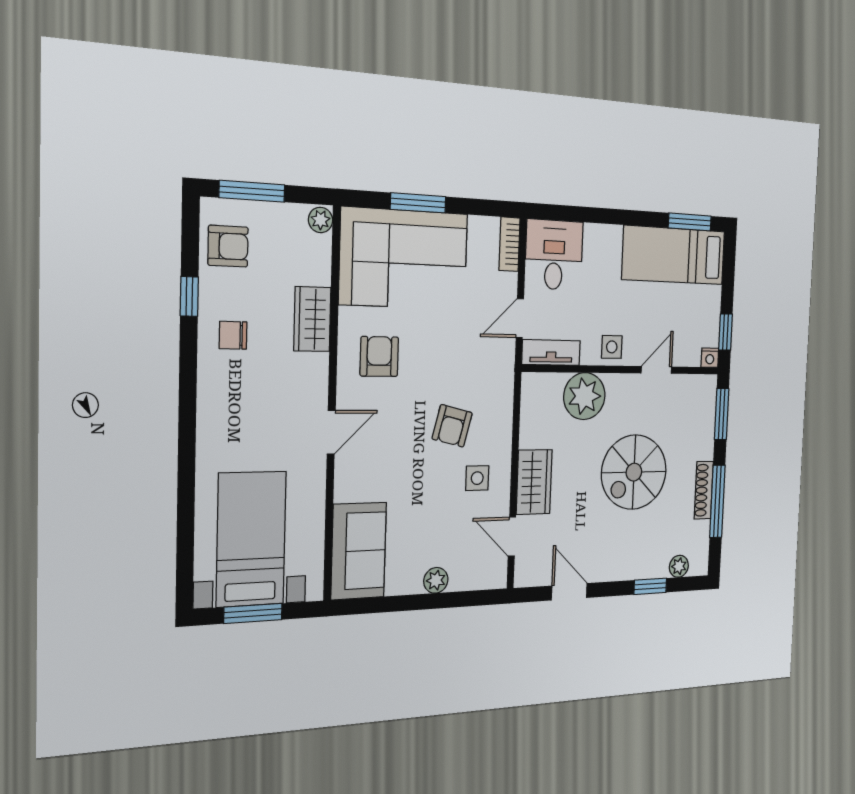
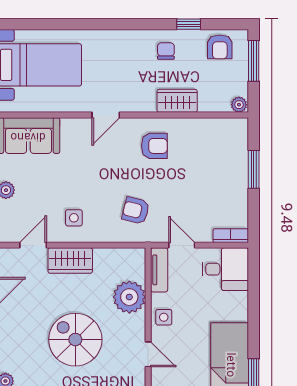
corner sofa: (404, 259) -> (218, 161), removed
armchair: (452, 426) -> (136, 211), moved
door: (331, 432) -> (106, 115), hinge flipped

